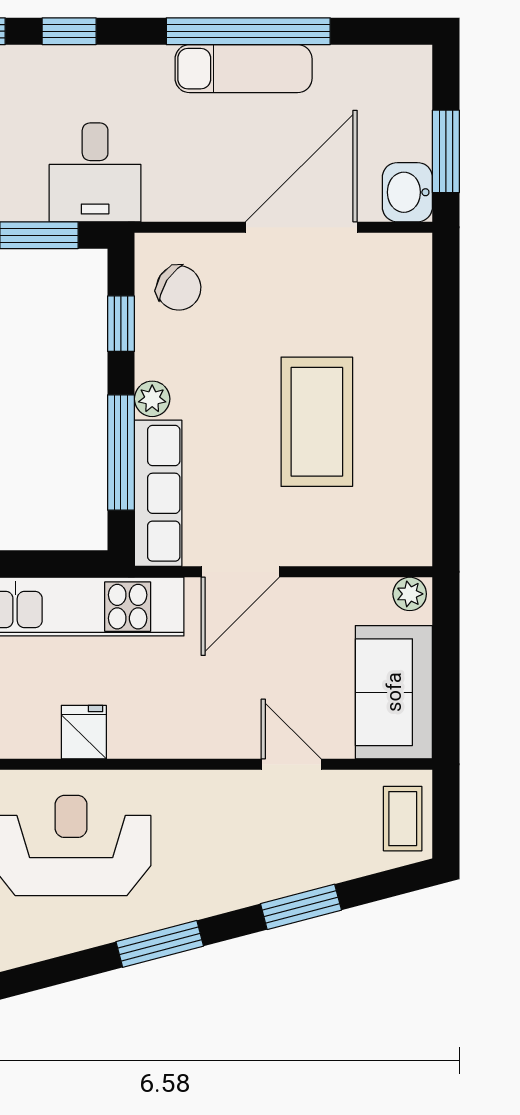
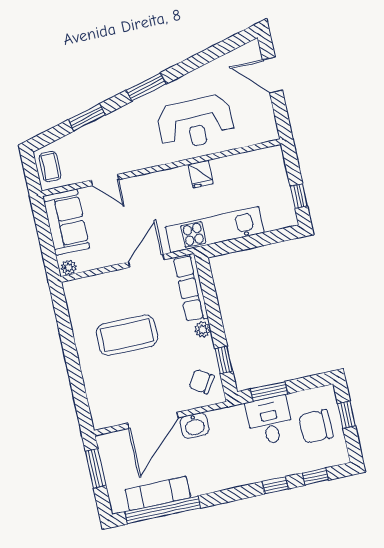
window: (248, 31) -> (163, 510), moved
exam couch: (244, 69) -> (158, 493), moved
desk: (95, 172) -> (270, 421), moved
washbasin: (407, 192) -> (195, 426), moved, turned 90
coffee table: (317, 422) -> (127, 335), turned 90
window: (121, 452) -> (211, 302), removed

